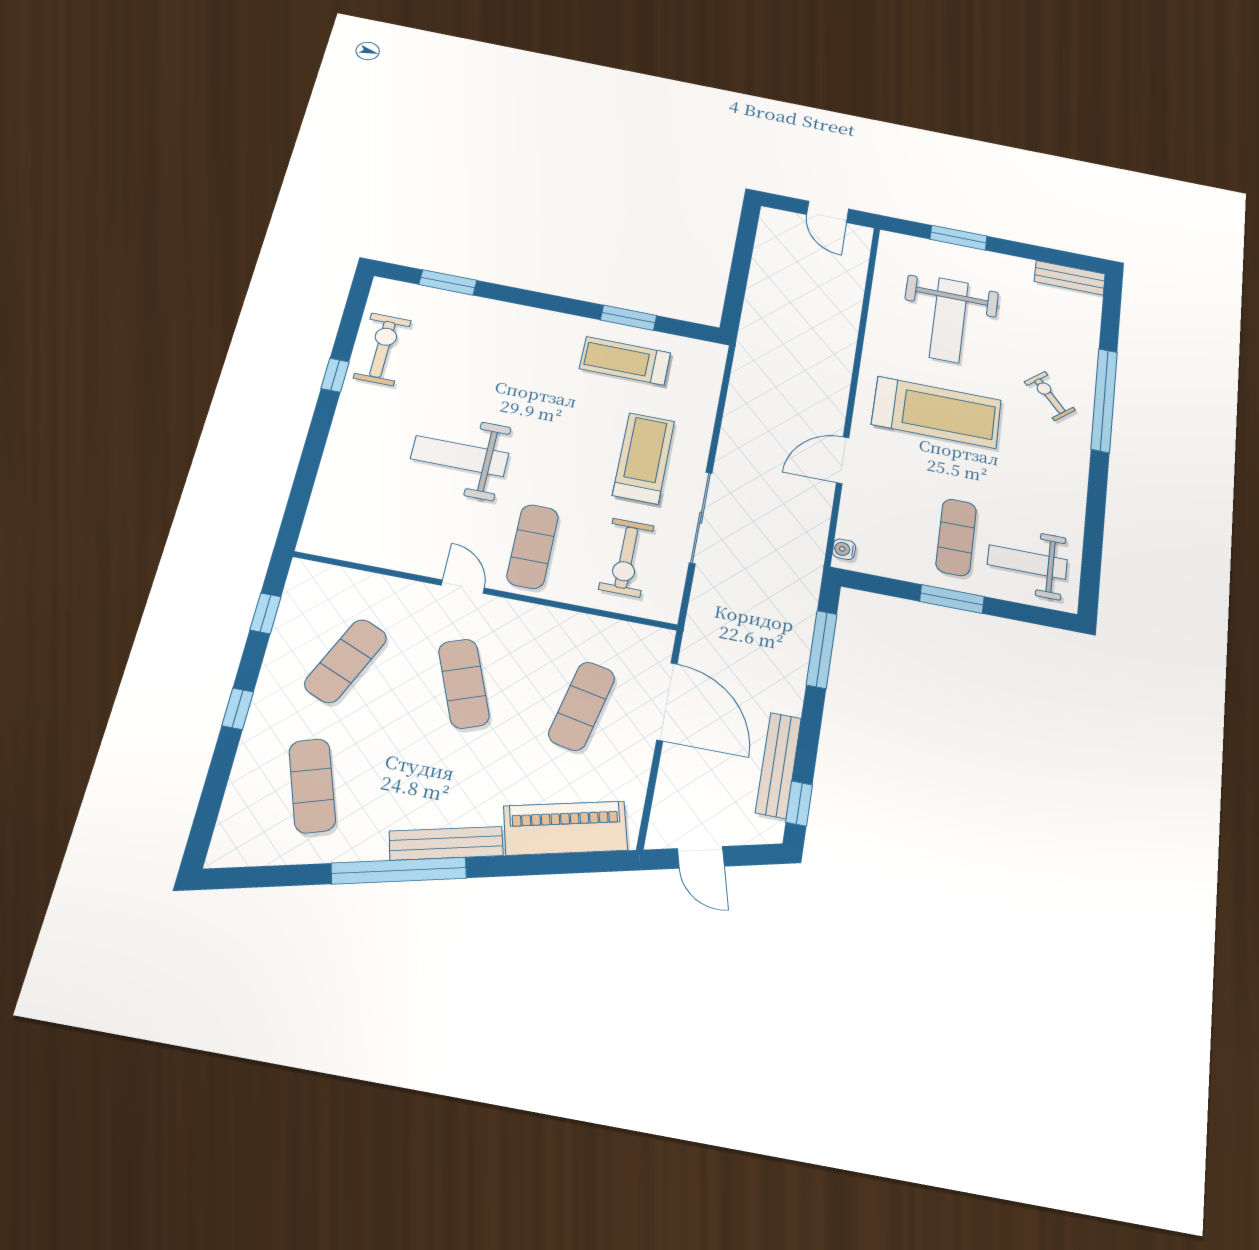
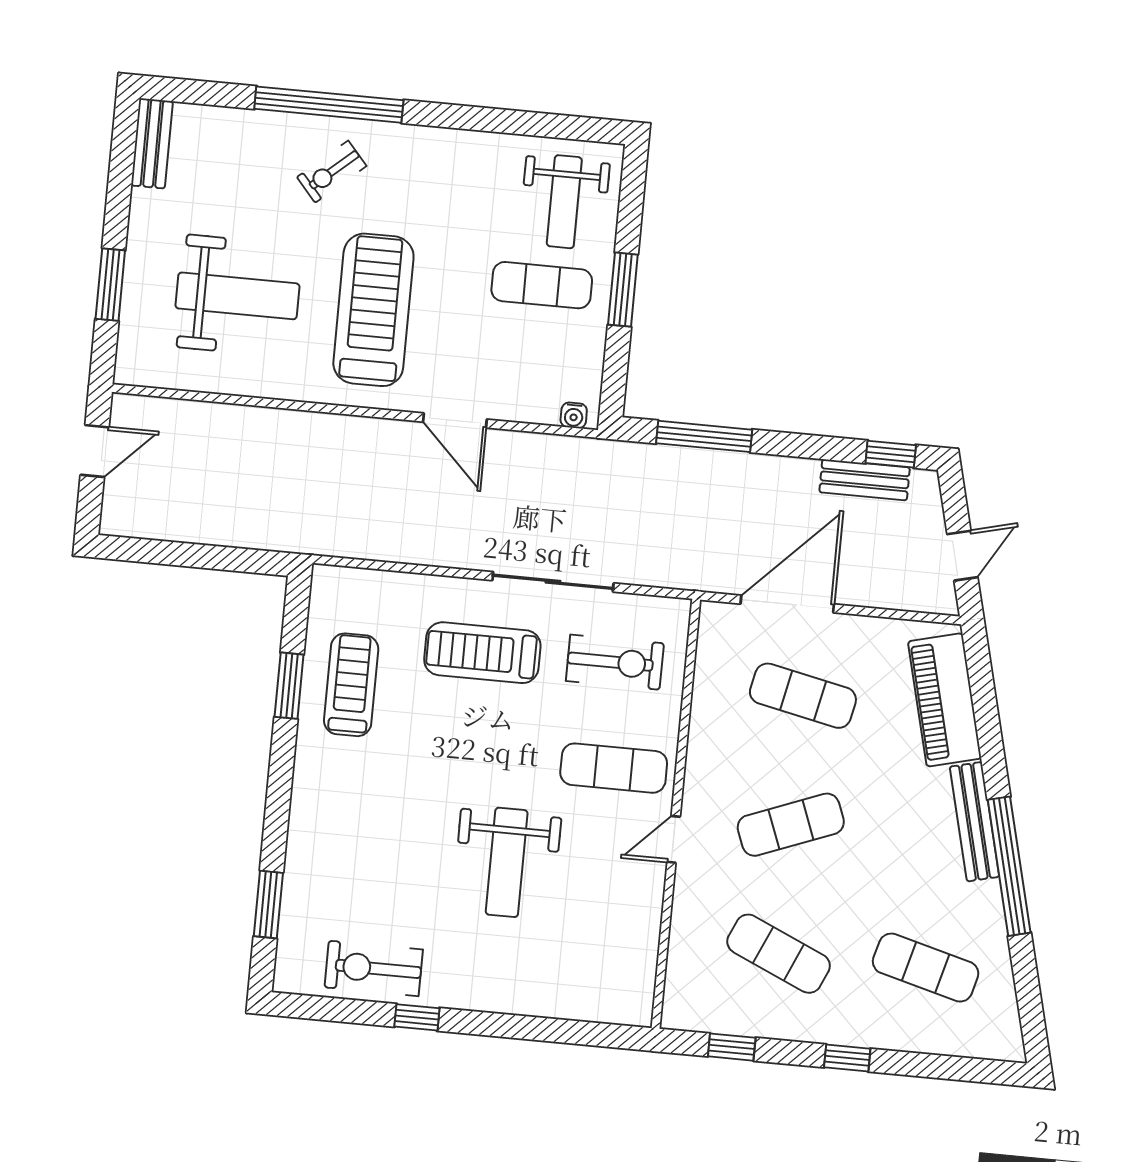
treadmill: (625, 361) -> (351, 685), turned 180
bench: (778, 765) -> (865, 480), width x0.73
exercise mat: (312, 786) -> (926, 968), turned 33

